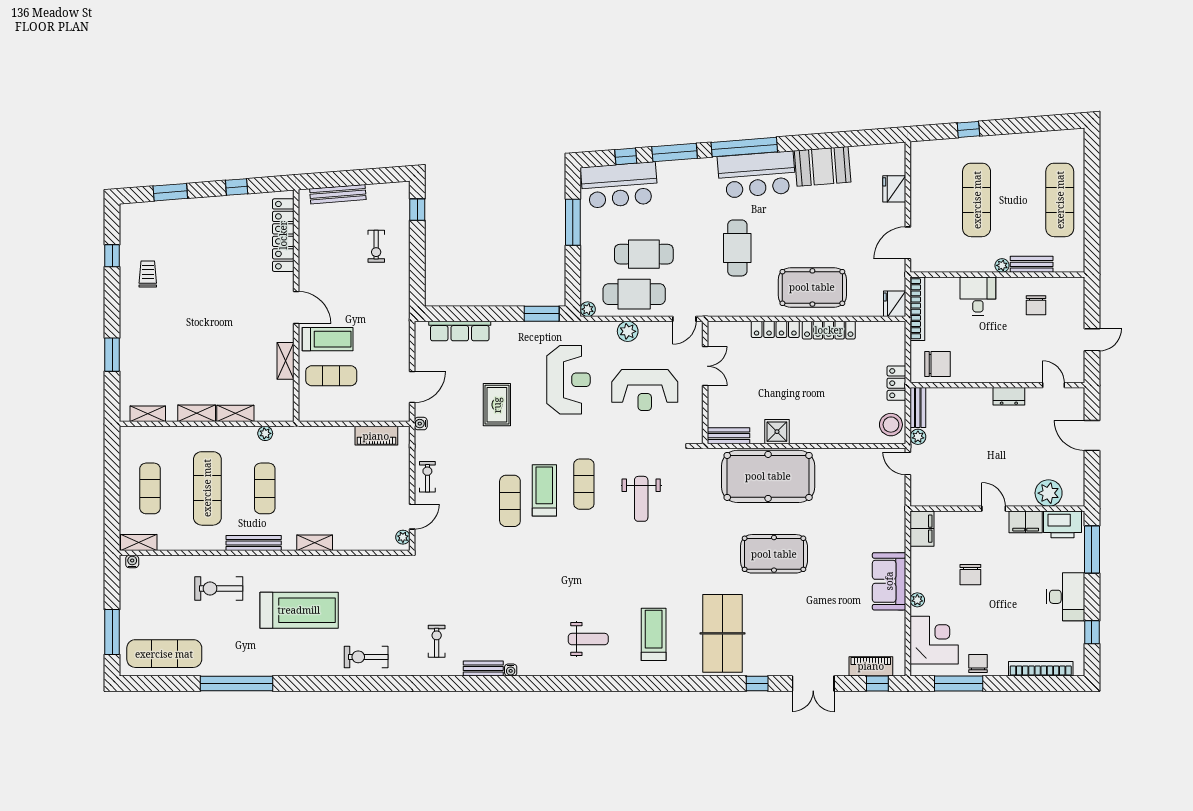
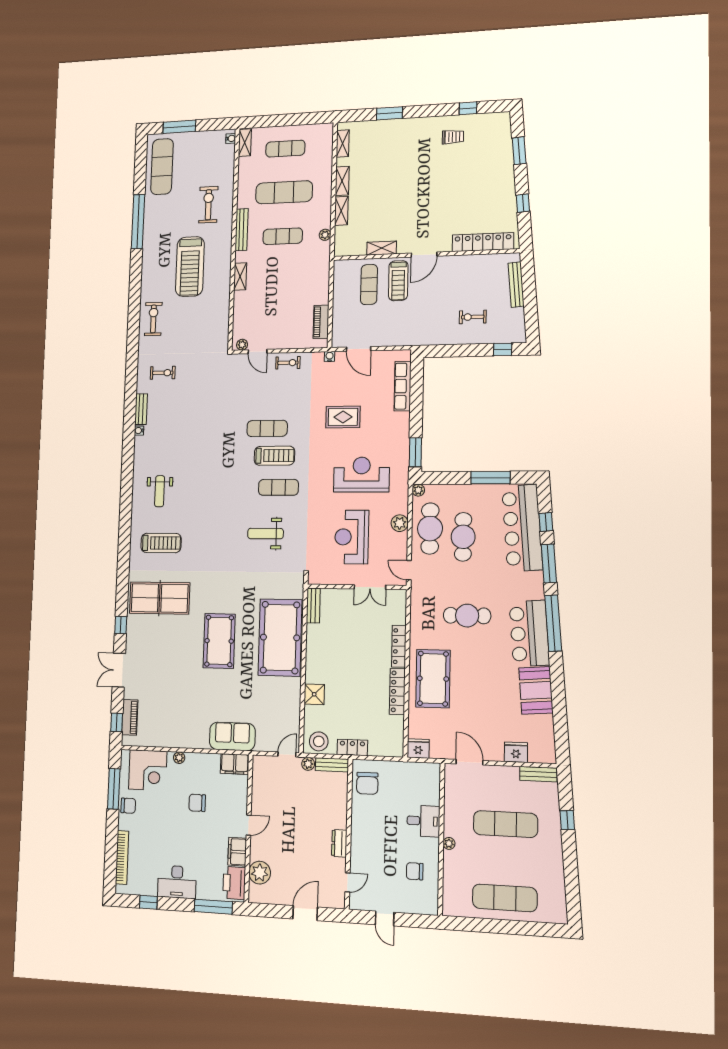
bar counter: (619, 185) -> (522, 528), width x1.36
bench: (1032, 264) -> (538, 774), moved, turned 90
bookcase: (917, 309) -> (414, 768), removed
reception desk: (568, 380) -> (361, 475), turned 180
shower: (777, 432) -> (314, 694), moved
sofa: (889, 581) -> (232, 736), moved

